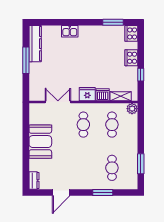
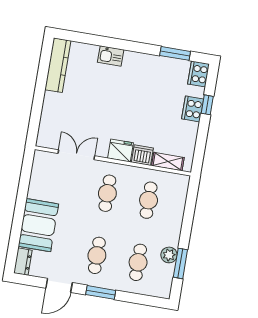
window: (26, 60) -> (40, 87), removed
window: (141, 75) -> (207, 105), moved
plant: (132, 109) -> (169, 255), moved
booth: (40, 142) -> (38, 225), moved
cafe table: (83, 168) -> (97, 255), added
window: (103, 193) -> (101, 292), moved

